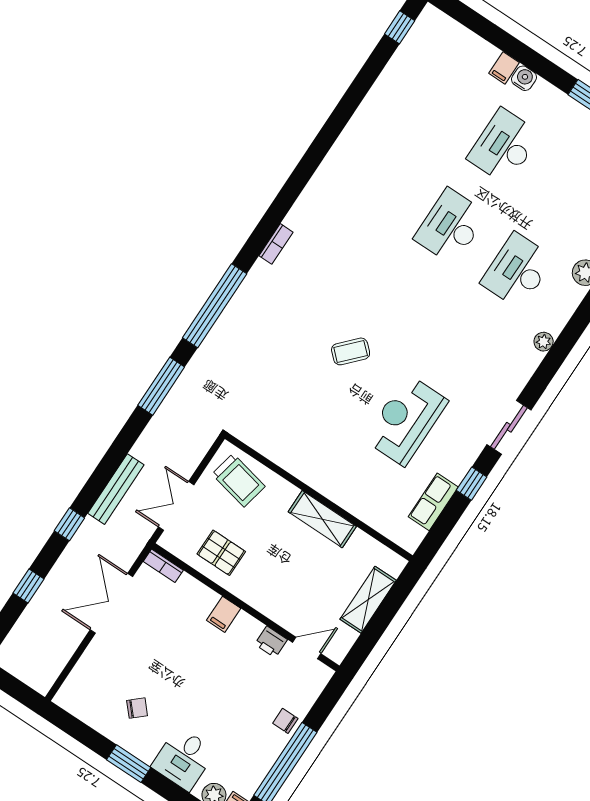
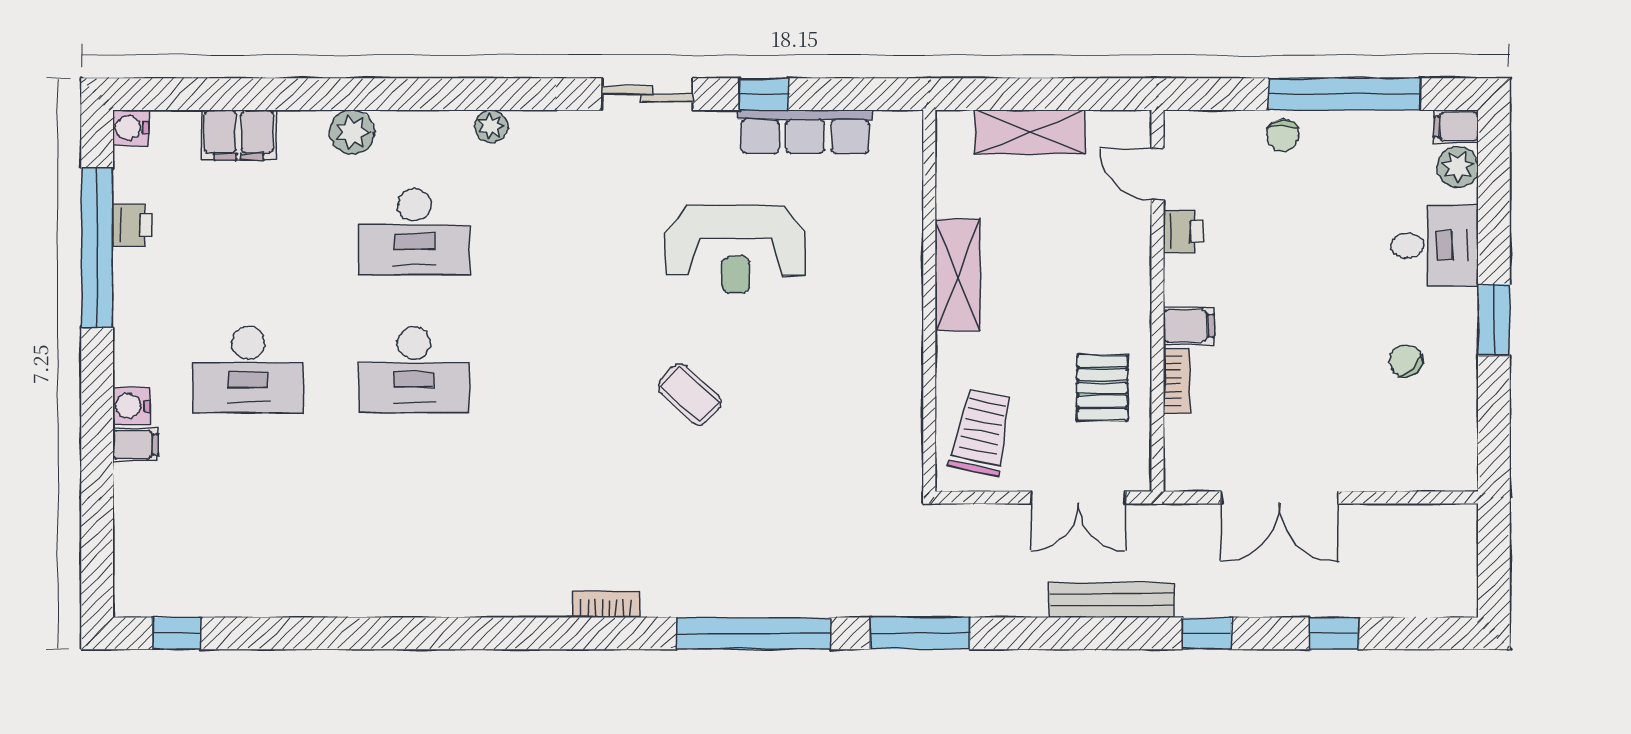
row of seats: (433, 502) -> (805, 132), width x1.48
bookcase: (163, 566) -> (1177, 381), moved

